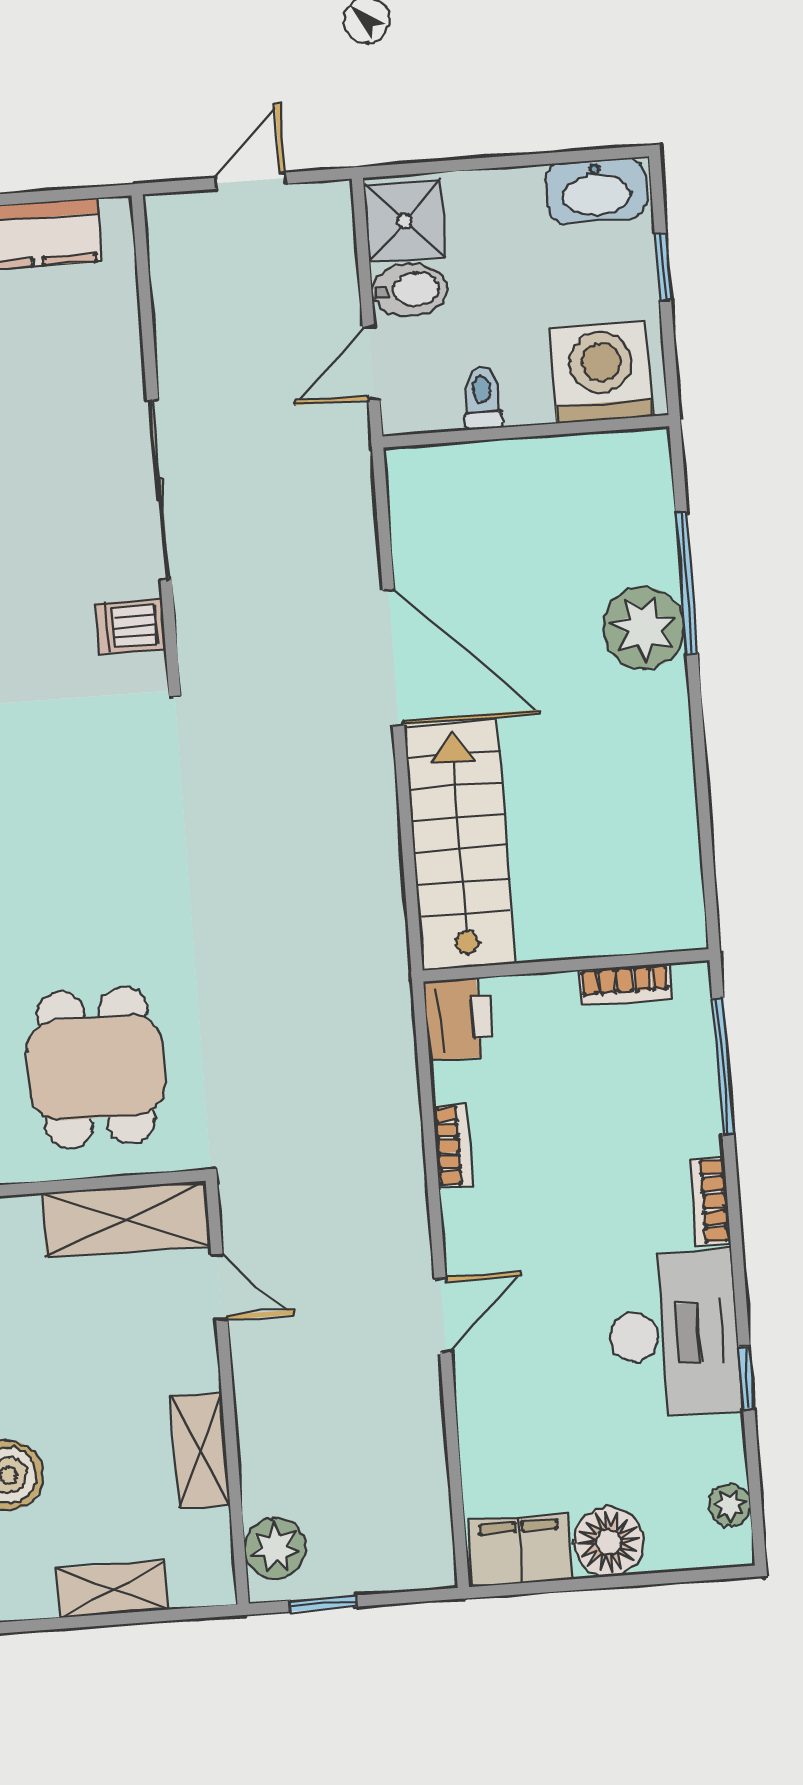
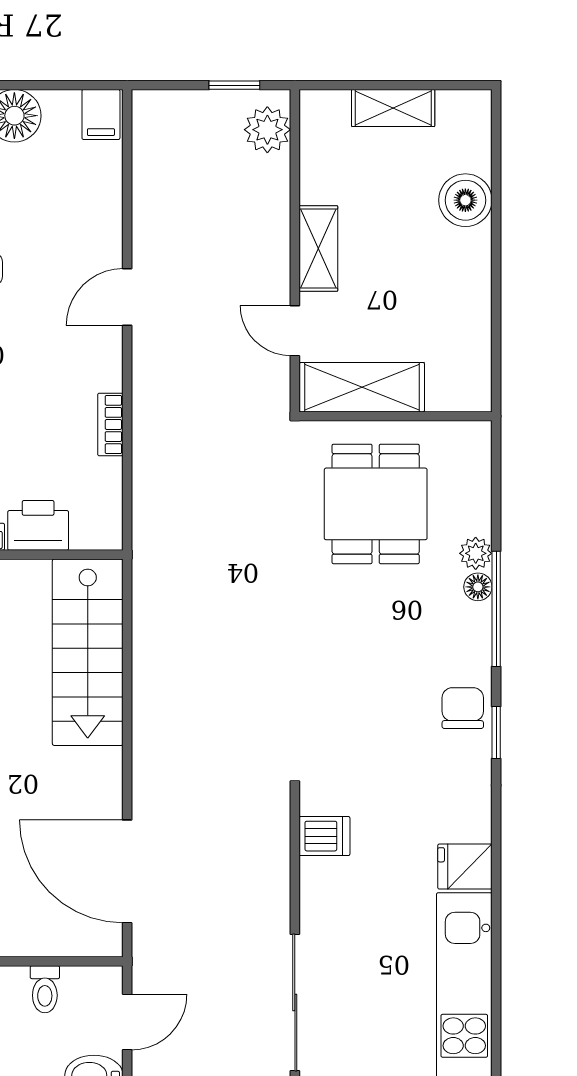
sliding door: (159, 490) -> (295, 1002), moved
door: (393, 658) -> (127, 871), moved
printer: (459, 1019) -> (38, 525), moved, turned 90
shelving: (201, 1451) -> (318, 249), moved
filing cabinet: (520, 1550) -> (101, 114), width x0.50

